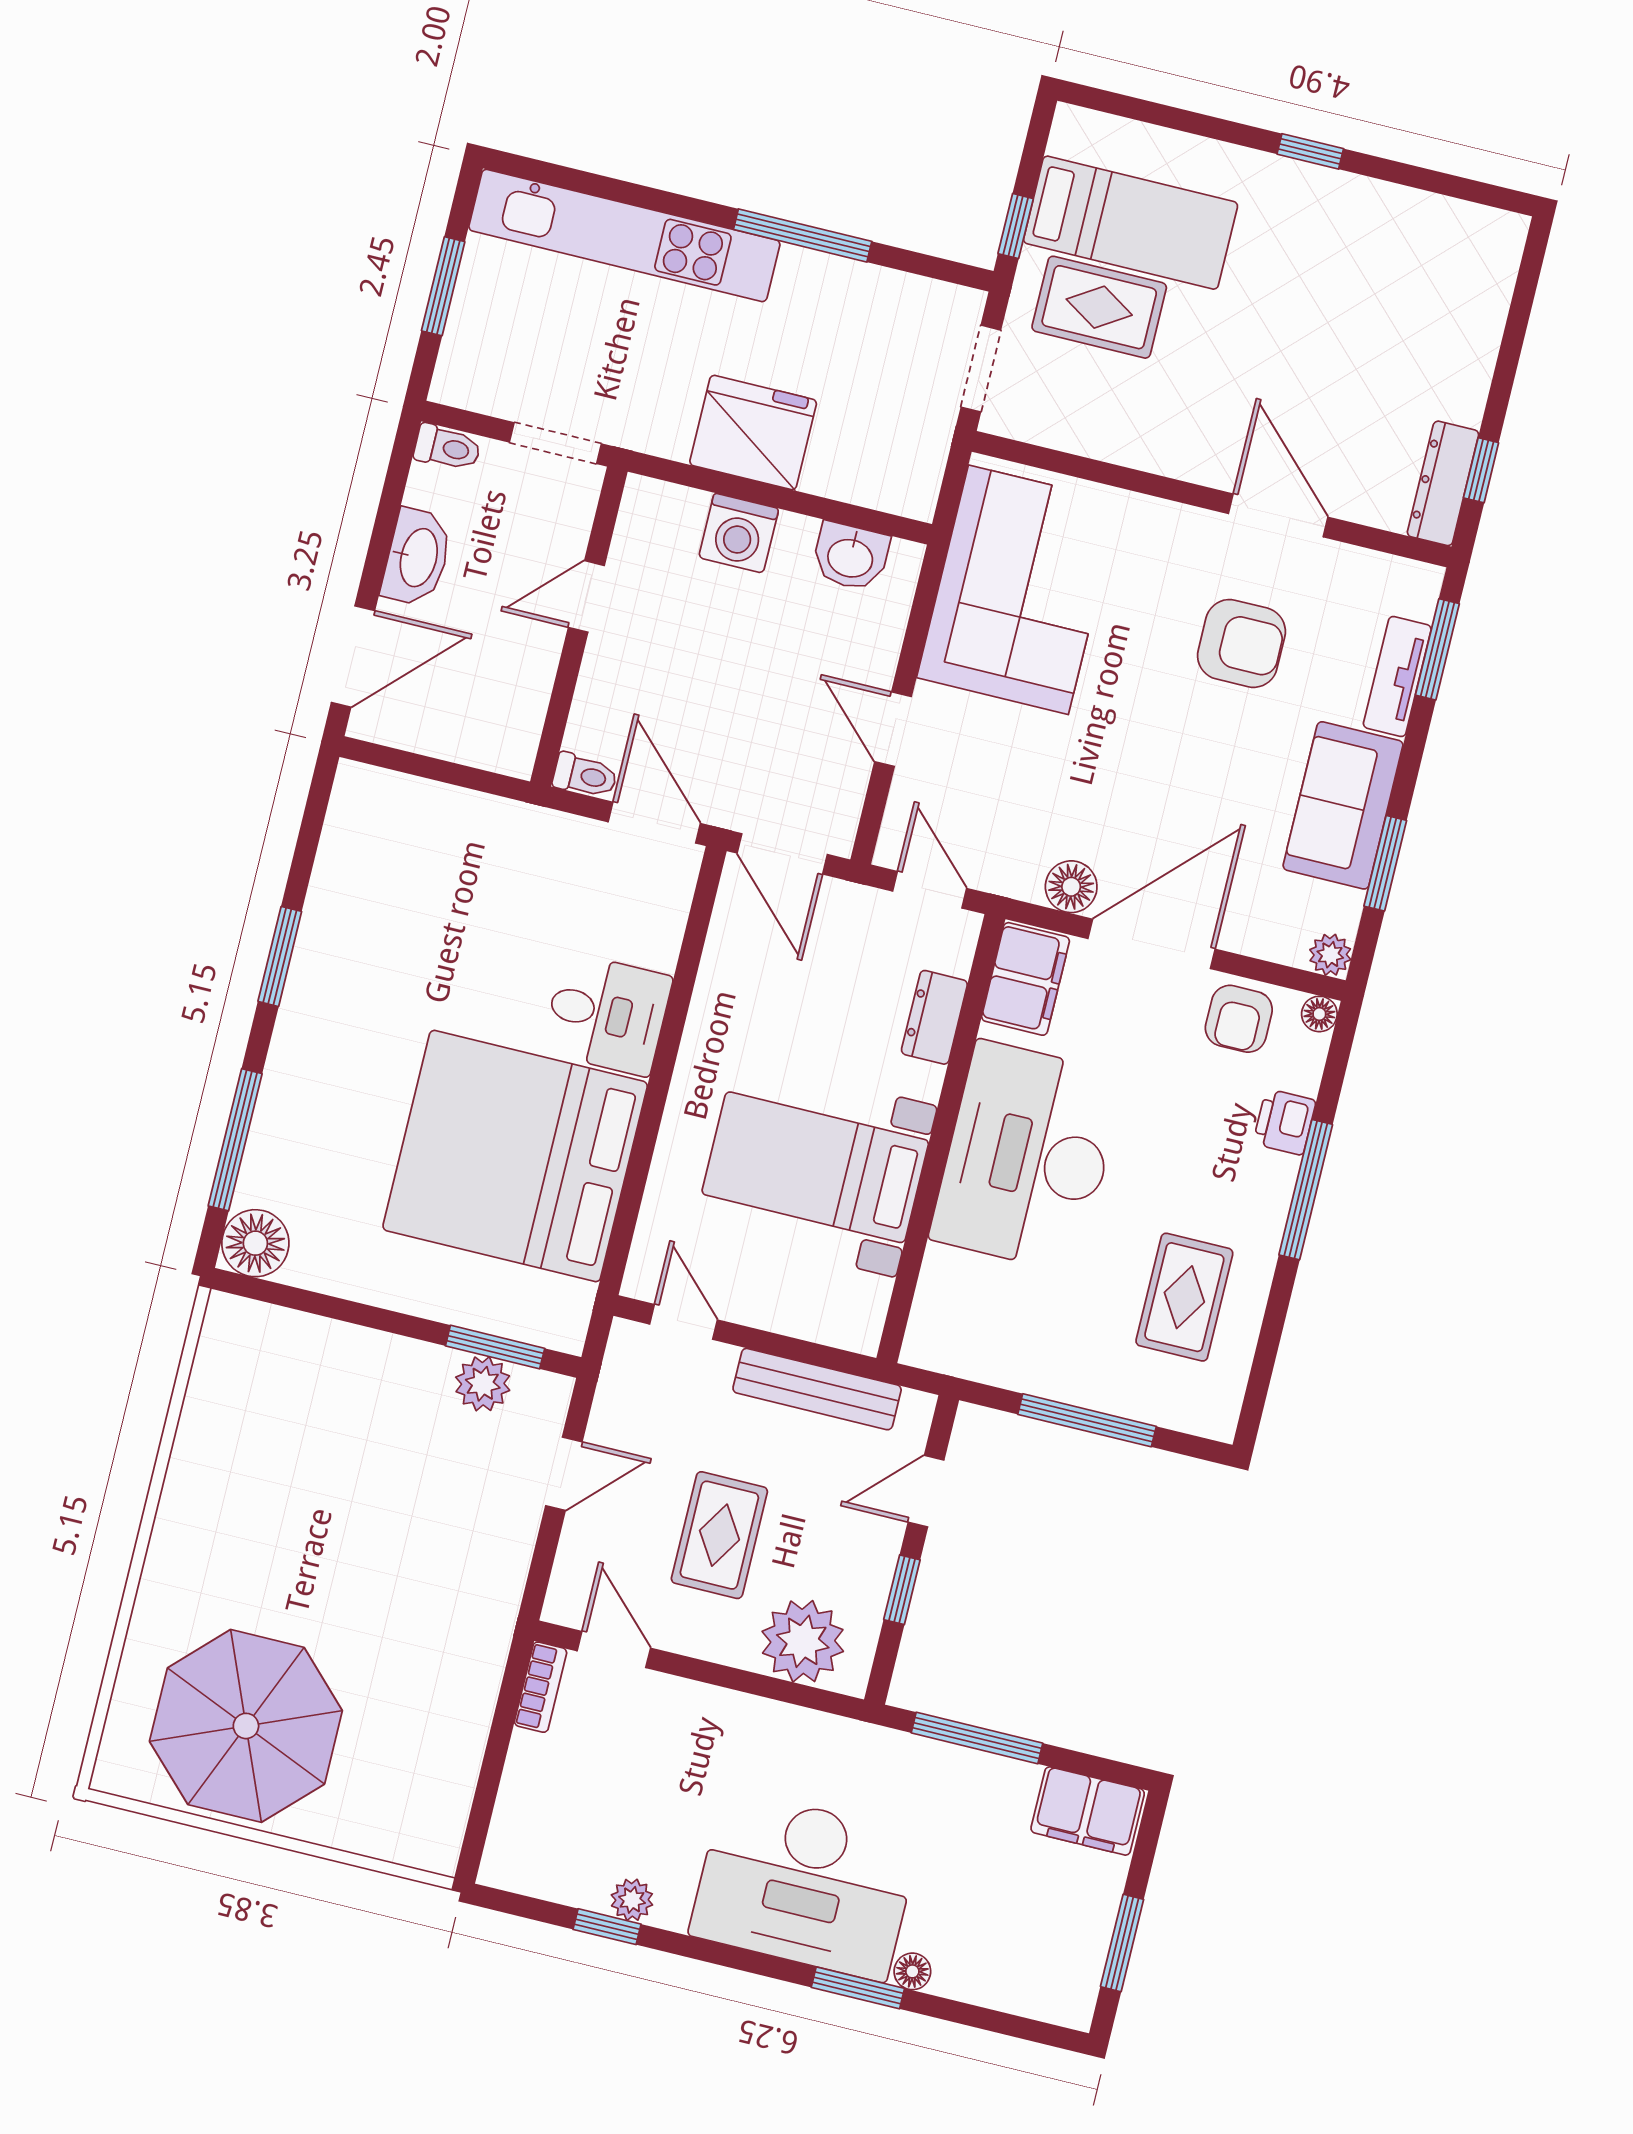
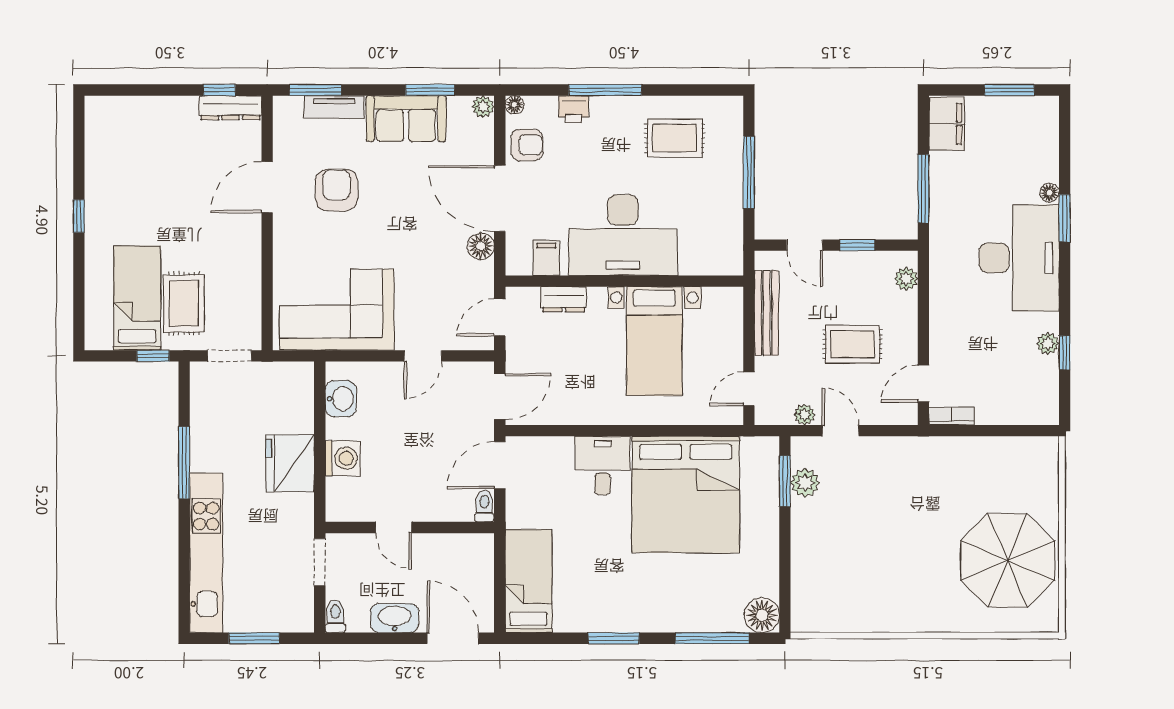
bed: (425, 824) -> (529, 581), added
filing cabinet: (1026, 979) -> (546, 258), width x0.50
plant: (610, 1414) -> (805, 415), added
plant: (803, 1641) -> (906, 279), width x0.53, depth x0.53

